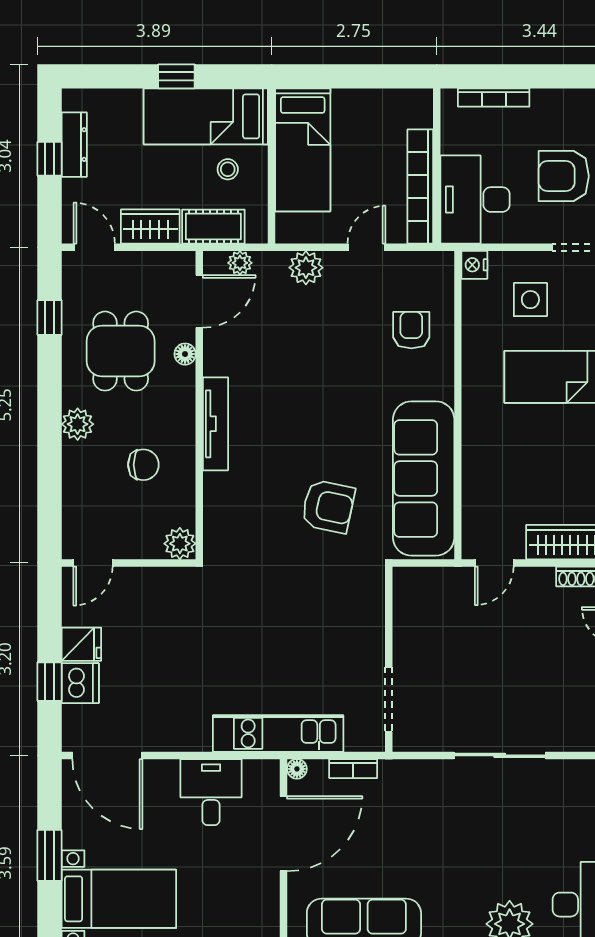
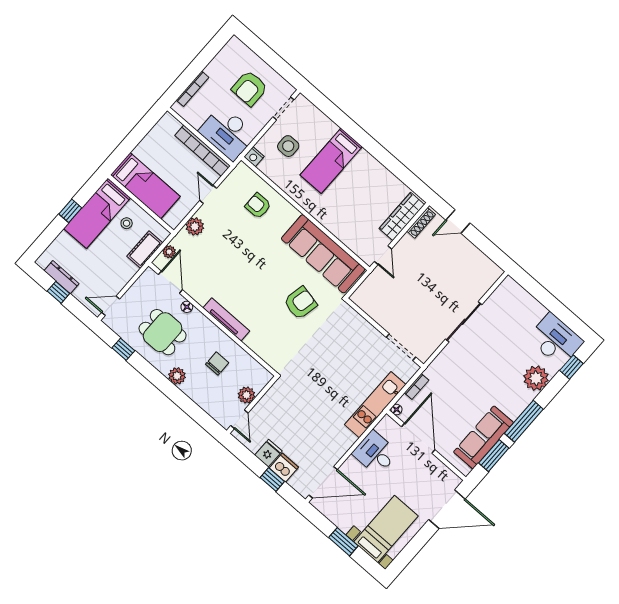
wardrobe: (150, 227) -> (122, 275), removed
plant: (180, 544) -> (246, 395), moved

